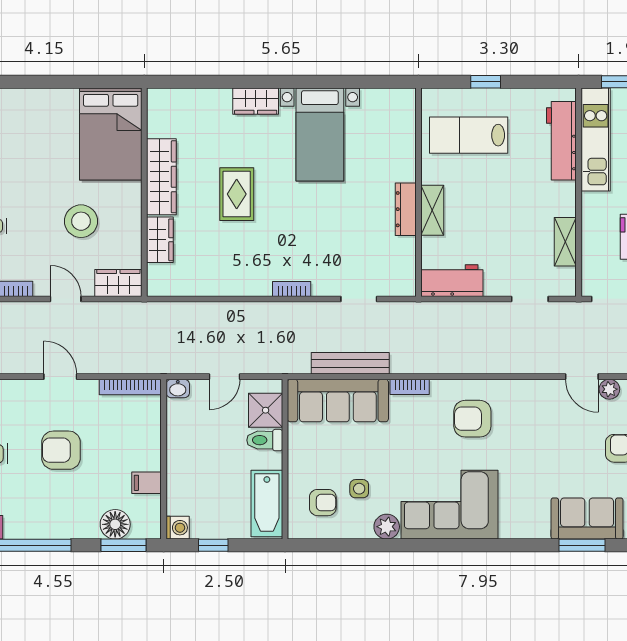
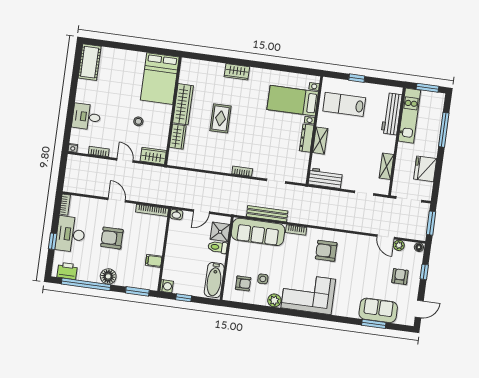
bed with nightstands: (320, 134) -> (293, 101), moved, turned 90
stool: (81, 221) -> (138, 121), width x0.53, depth x0.53
floor lamp: (115, 524) -> (108, 276), moved

